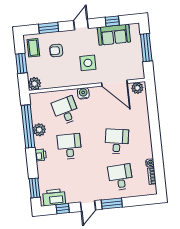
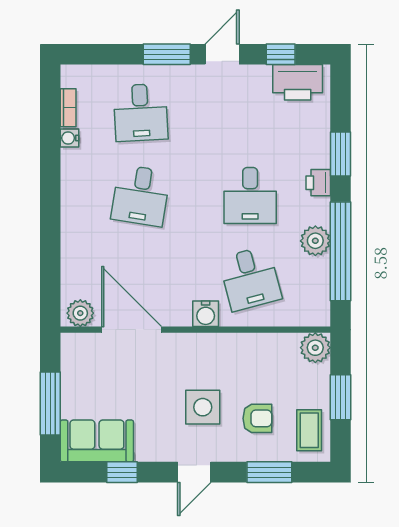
sofa: (114, 35) -> (97, 441), moved
side table: (88, 63) -> (203, 407), moved
window: (34, 188) -> (340, 154), moved

